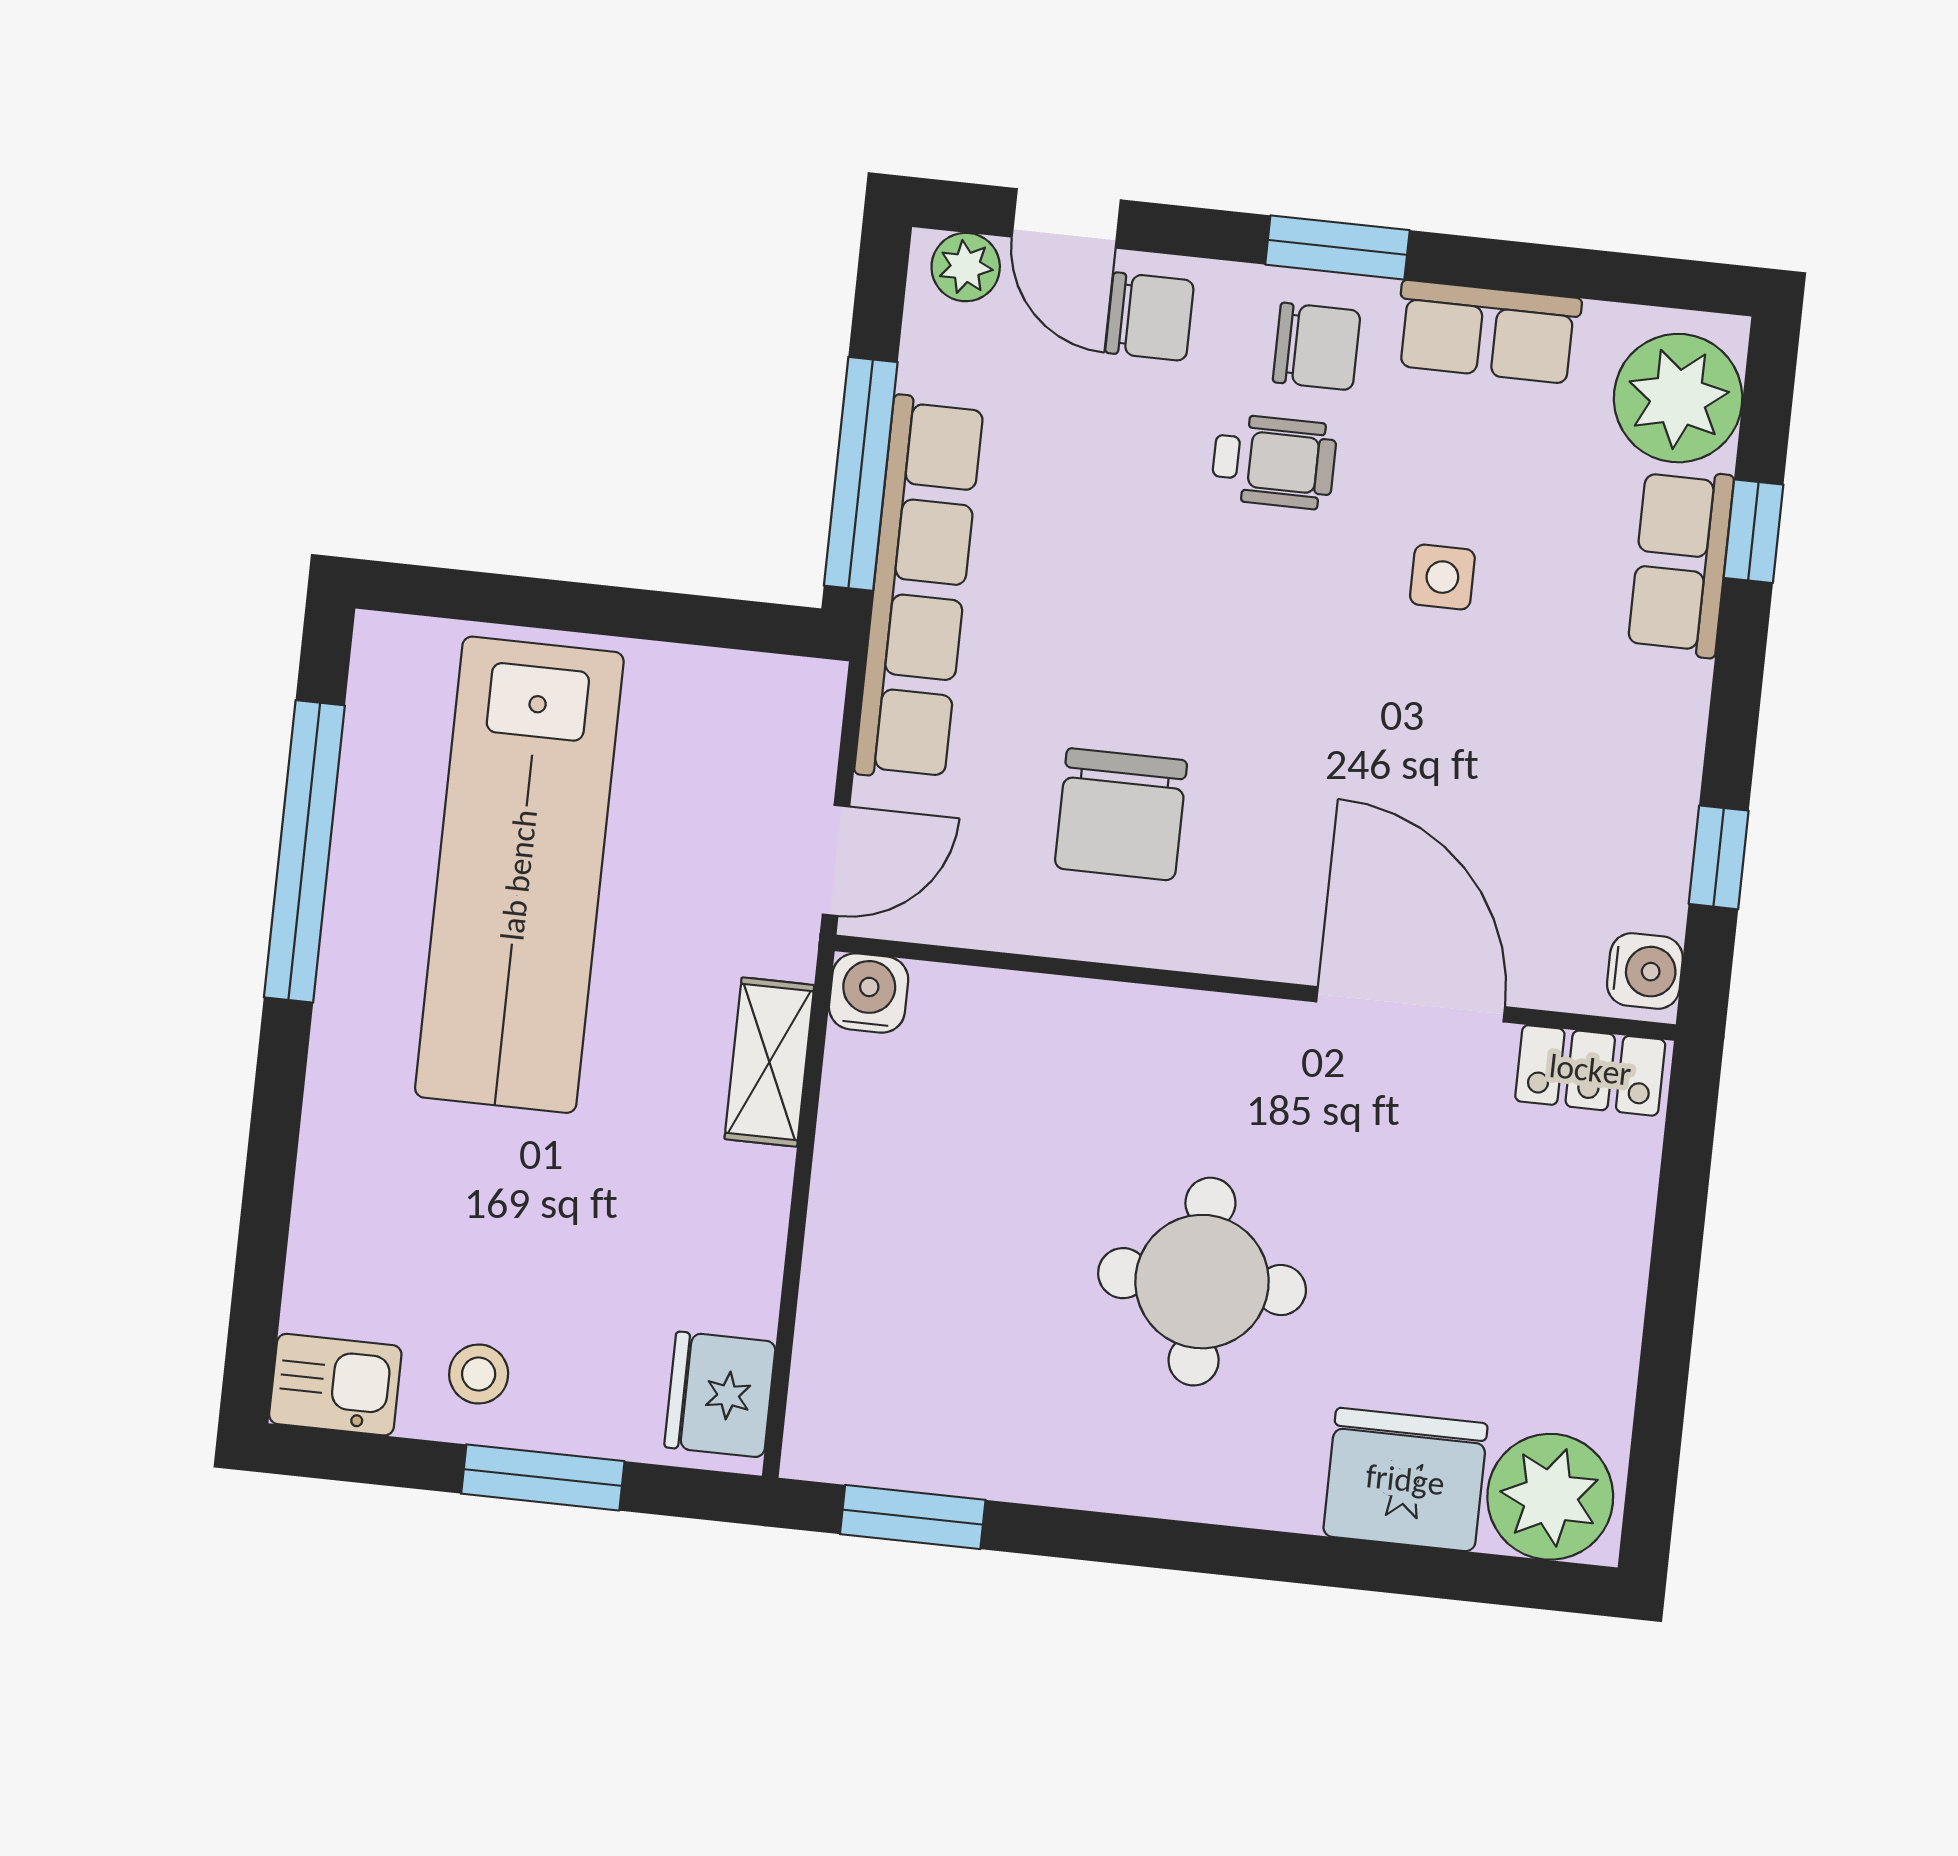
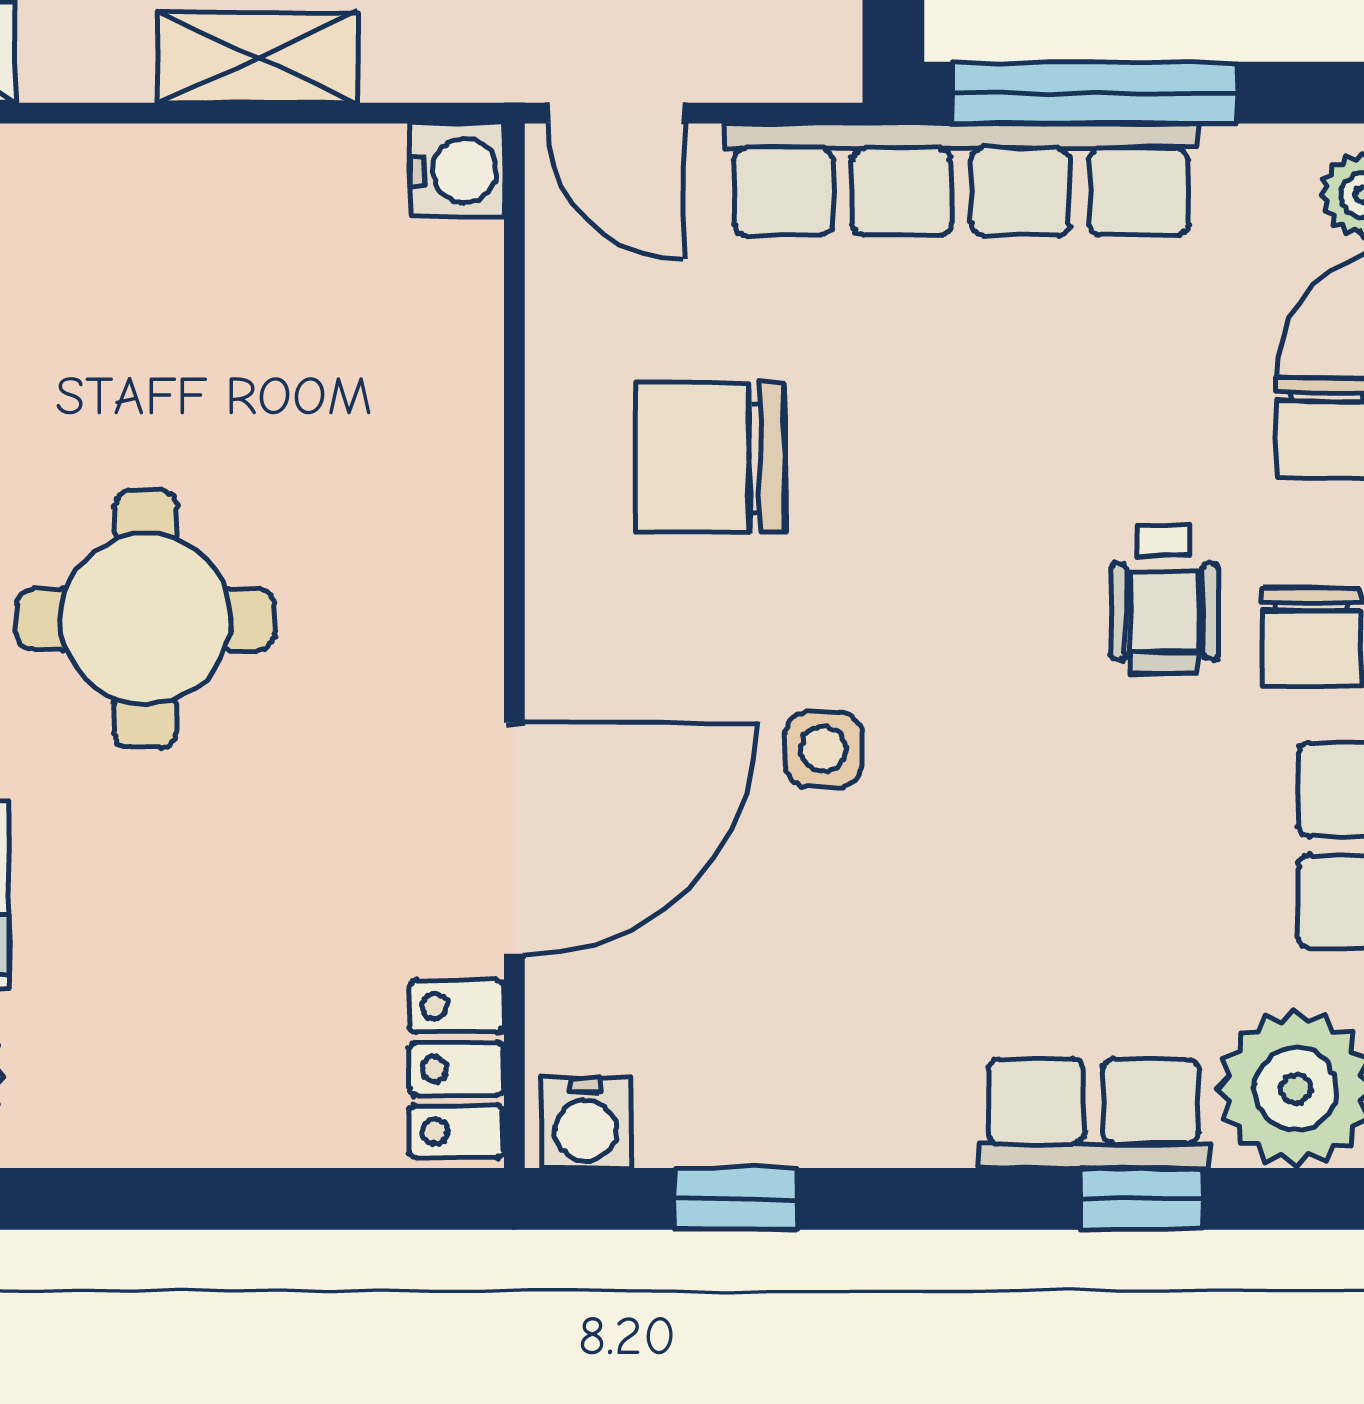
side table: (1442, 577) -> (823, 749), moved
shelving: (769, 1062) -> (258, 58), moved

